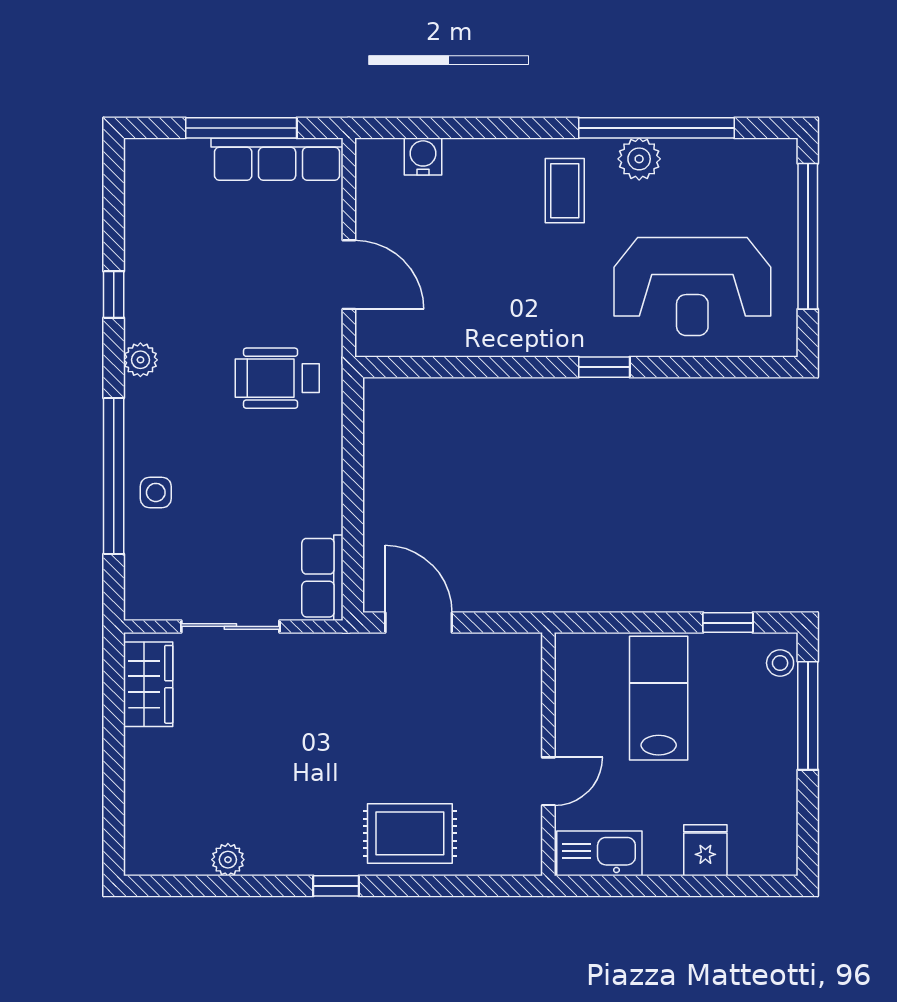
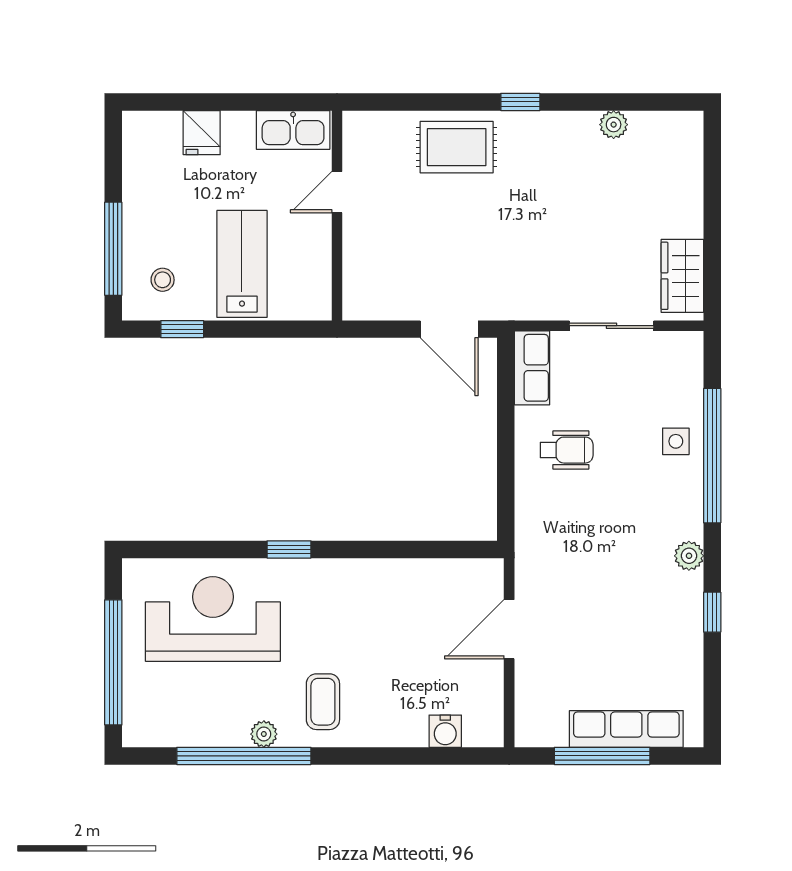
row of seats: (277, 159) -> (626, 729), moved
plant: (639, 159) -> (264, 734), width x0.73, depth x0.73
door: (349, 275) -> (509, 629), hinge flipped
wheelchair: (277, 378) -> (567, 450), moved, width x0.73, depth x0.73
stool: (780, 663) -> (163, 280), moved
lab bench: (659, 698) -> (242, 264), turned 180

